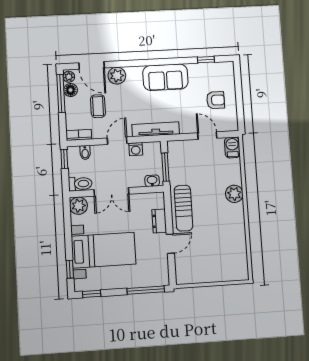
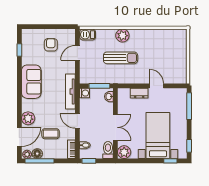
washing machine: (136, 149) -> (85, 93), moved
sun lounger: (183, 208) -> (121, 58), moved

